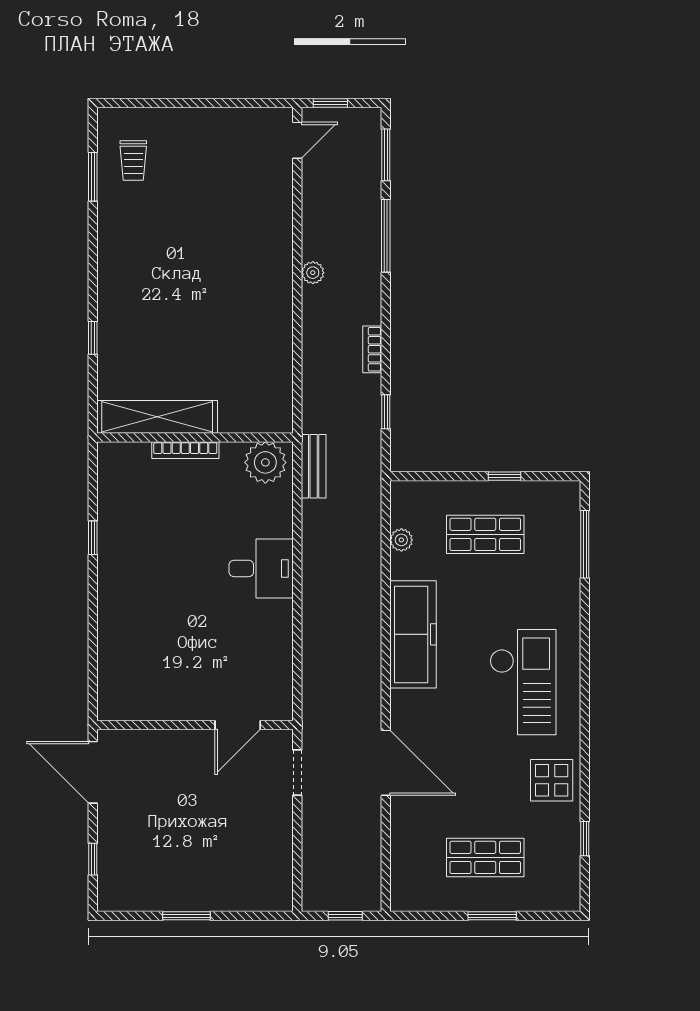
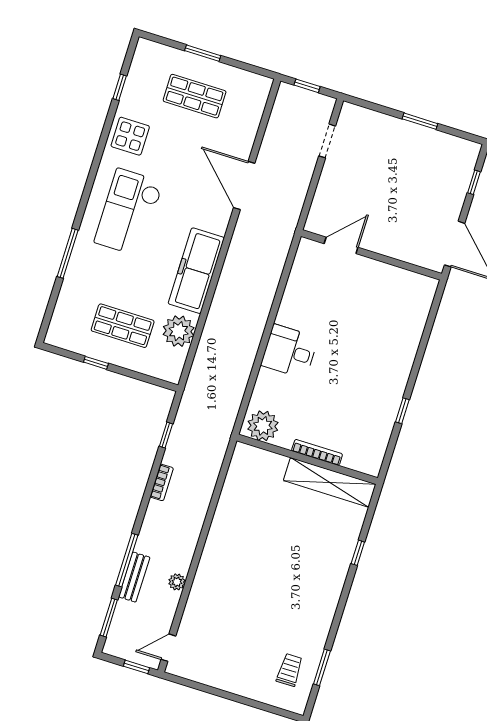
plant: (313, 273) -> (177, 582), moved
bench: (314, 466) -> (134, 577), moved
plant: (401, 540) -> (179, 331), width x1.87, depth x1.87
window: (585, 544) -> (68, 253), moved
doorway: (297, 773) -> (327, 141), moved

